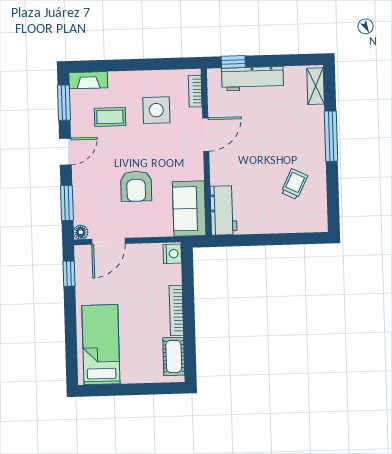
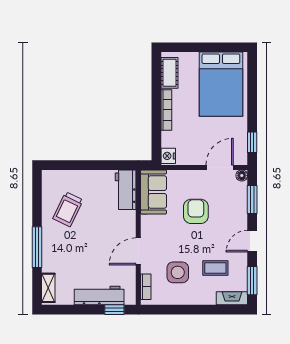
trolley: (294, 184) -> (68, 209), width x1.36, depth x1.39
bed: (101, 345) -> (221, 84), width x1.50

